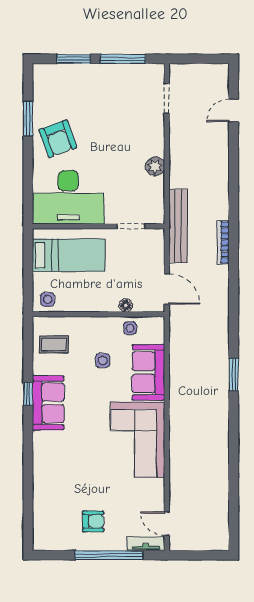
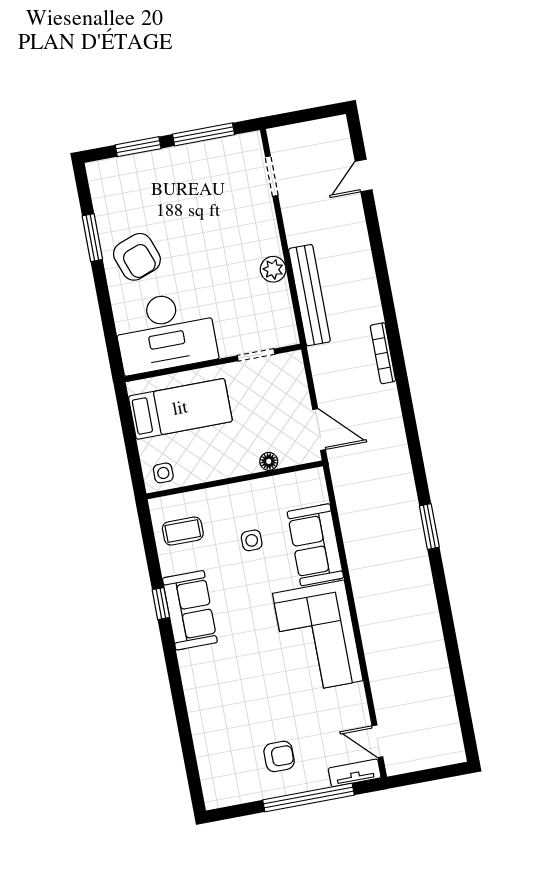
bench: (178, 226) -> (309, 295), moved
side table: (130, 328) -> (280, 490), removed

